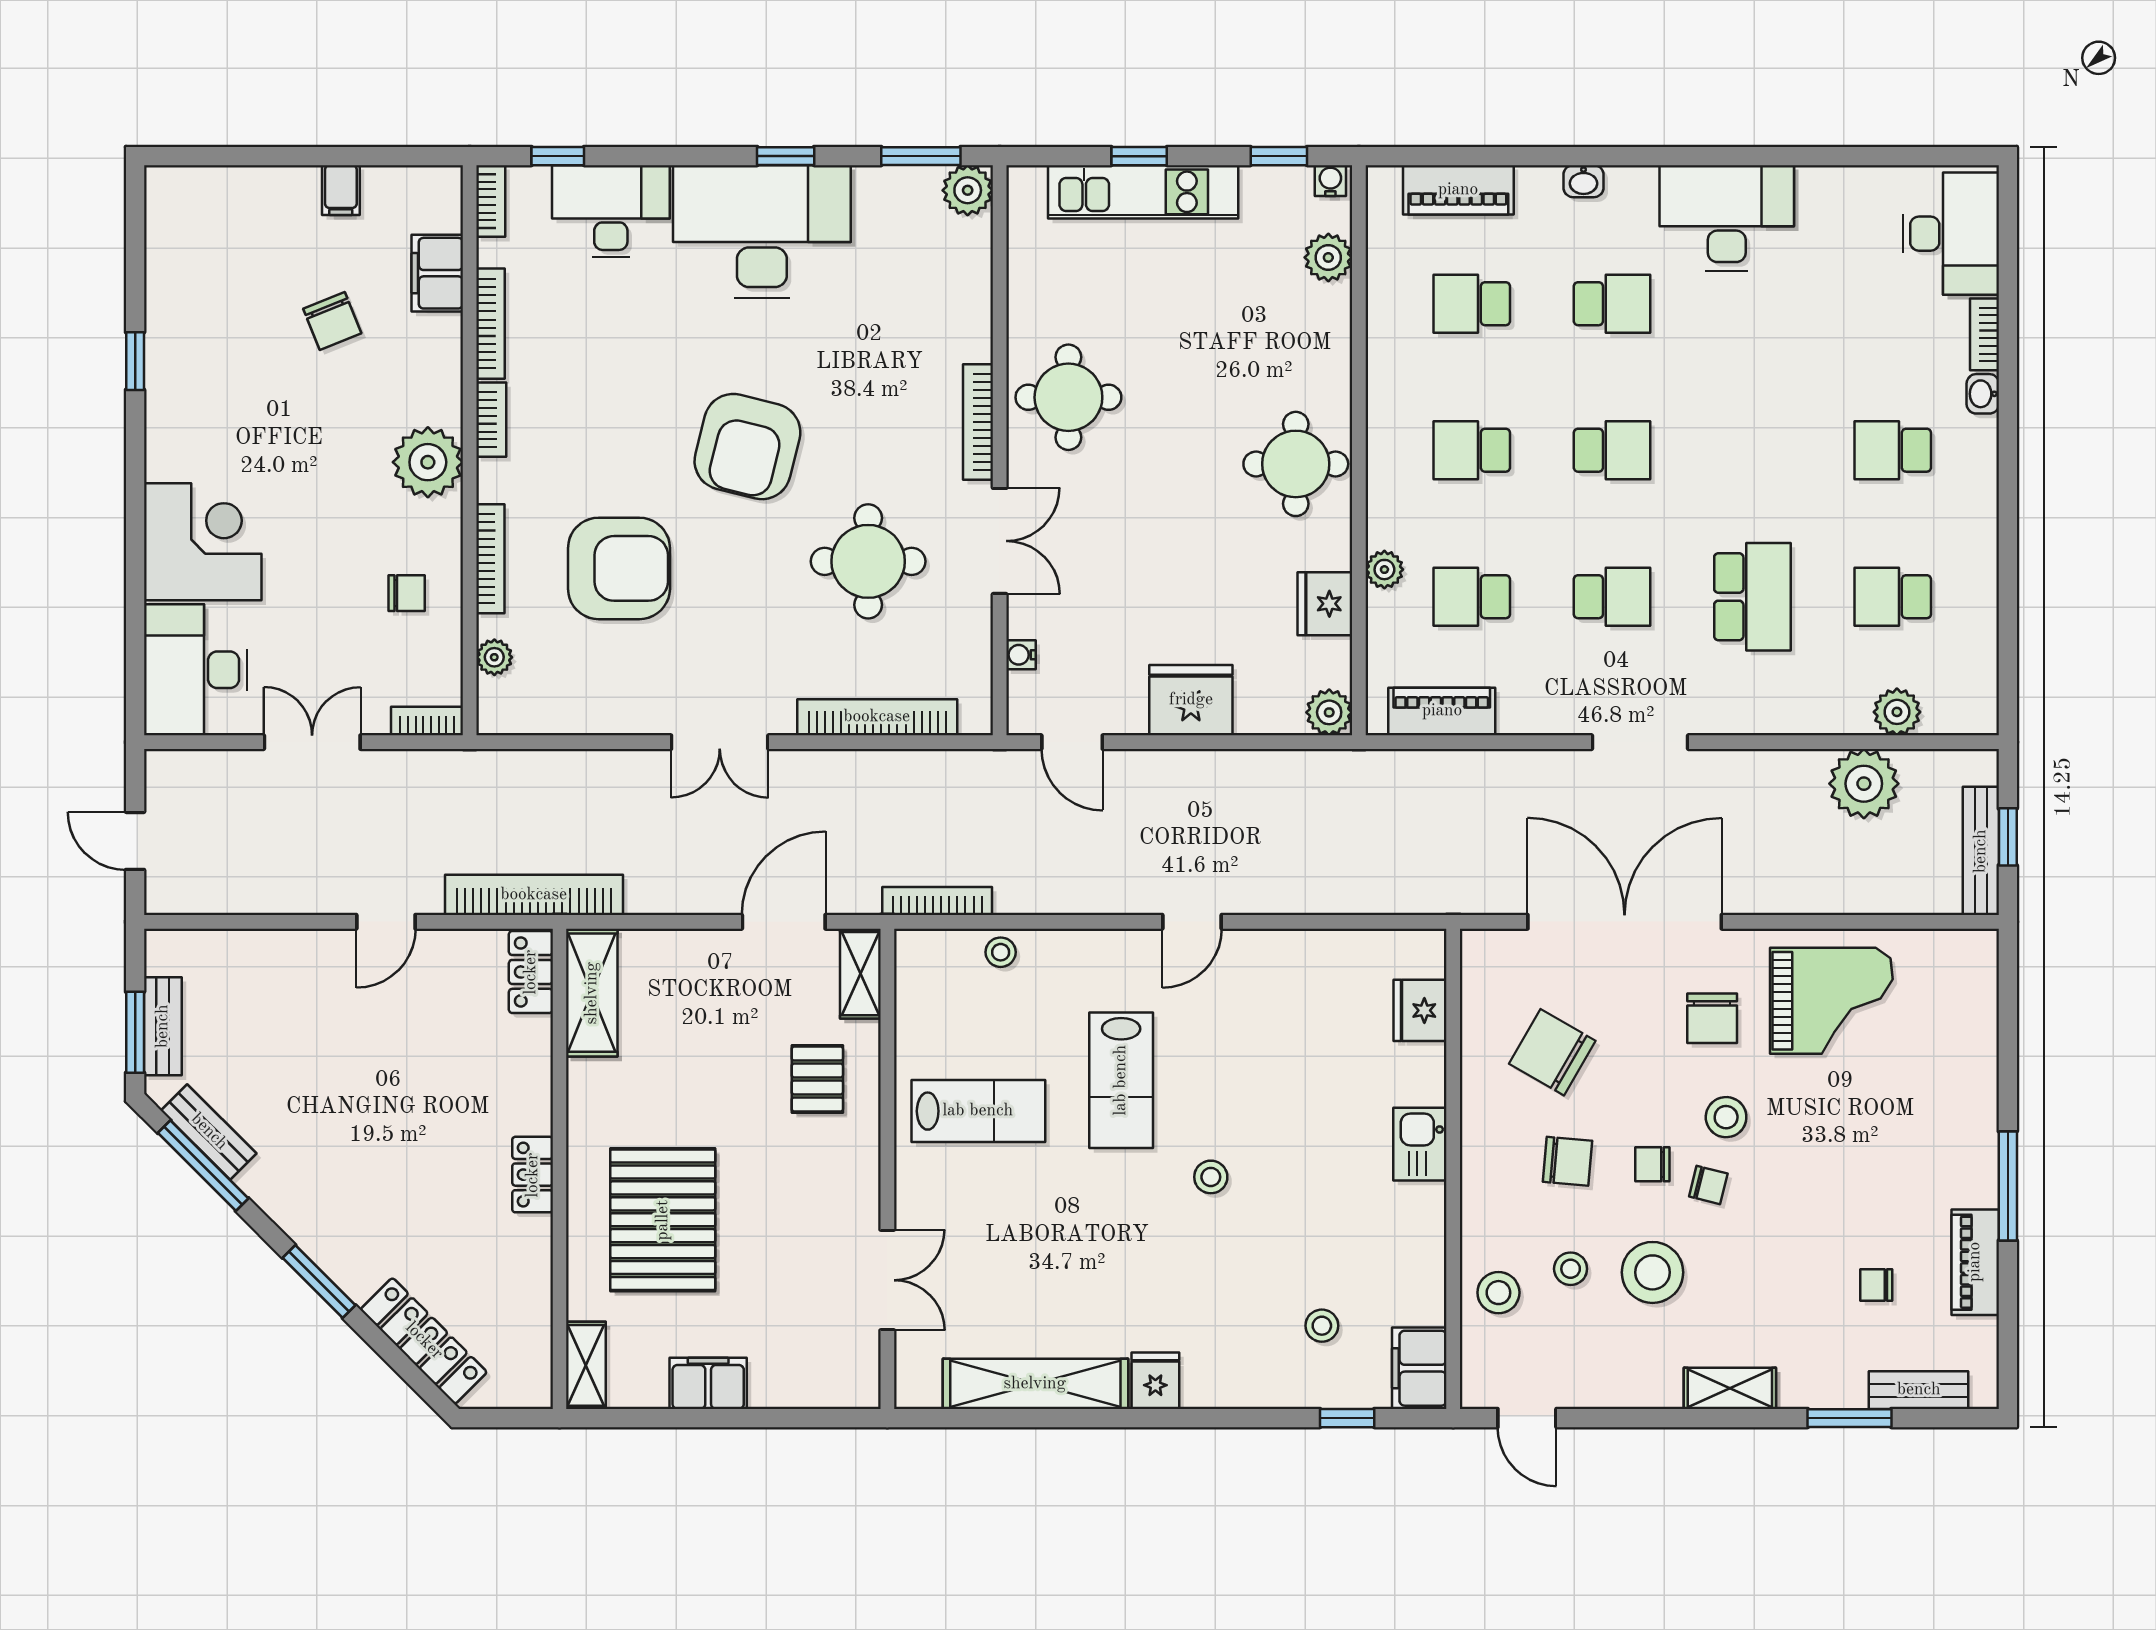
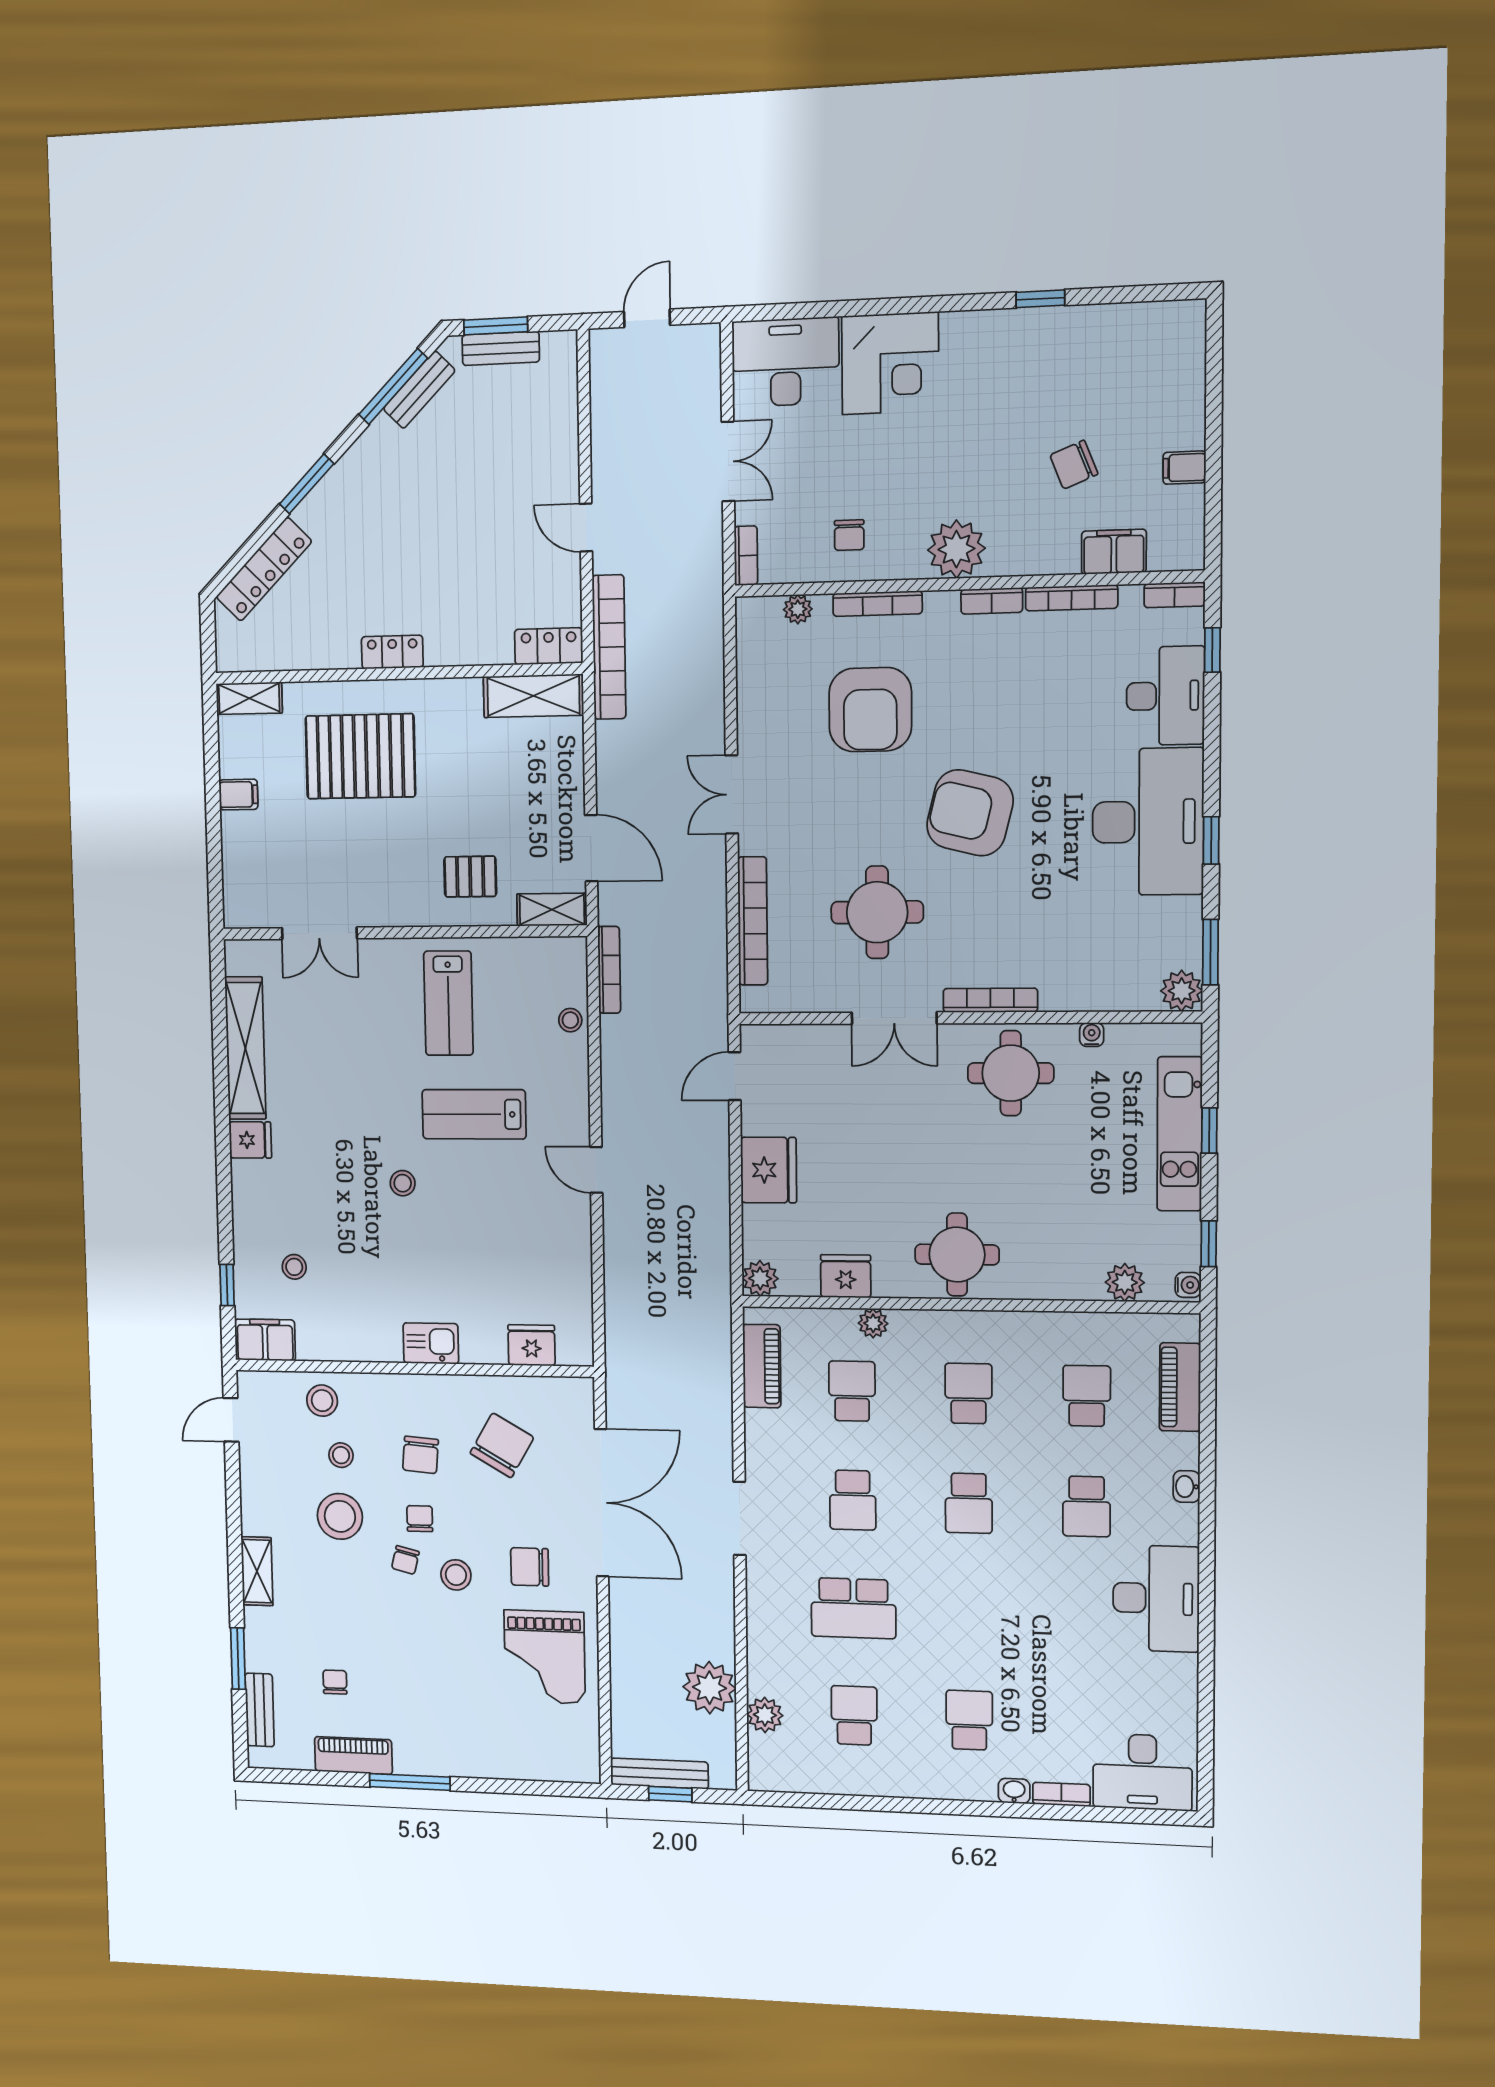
water cooler: (1021, 655) -> (1092, 1035), moved
filing cabinet: (708, 1383) -> (238, 795), width x0.50

